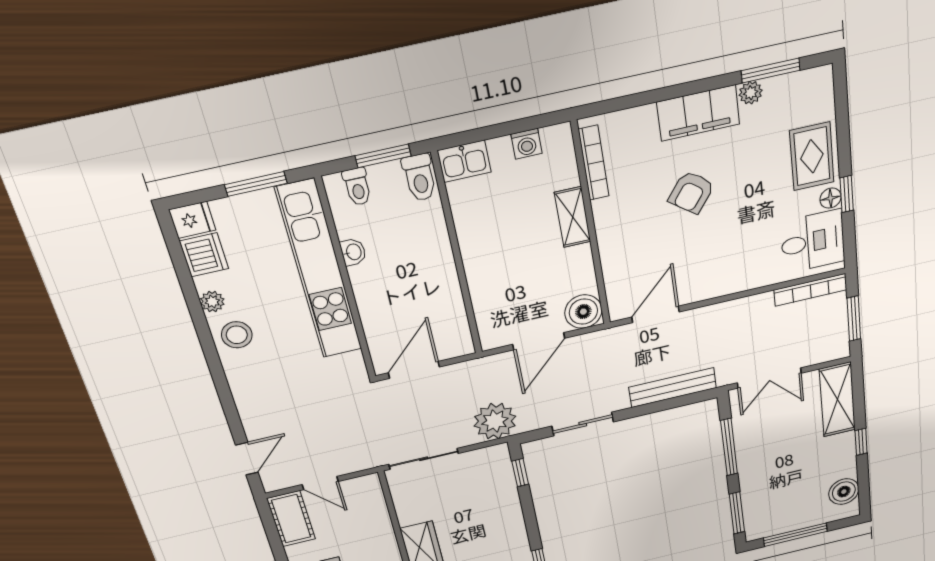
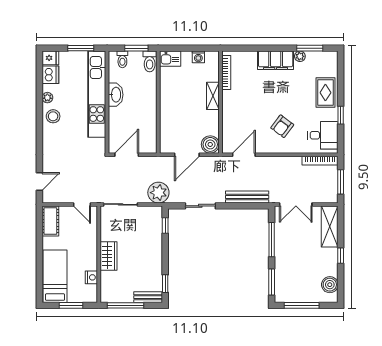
armchair: (691, 192) -> (282, 126), moved
floor lamp: (830, 198) -> (333, 115), removed
washbasin: (353, 252) -> (116, 95), width x1.91, depth x1.45
door: (320, 483) -> (82, 204), moved

